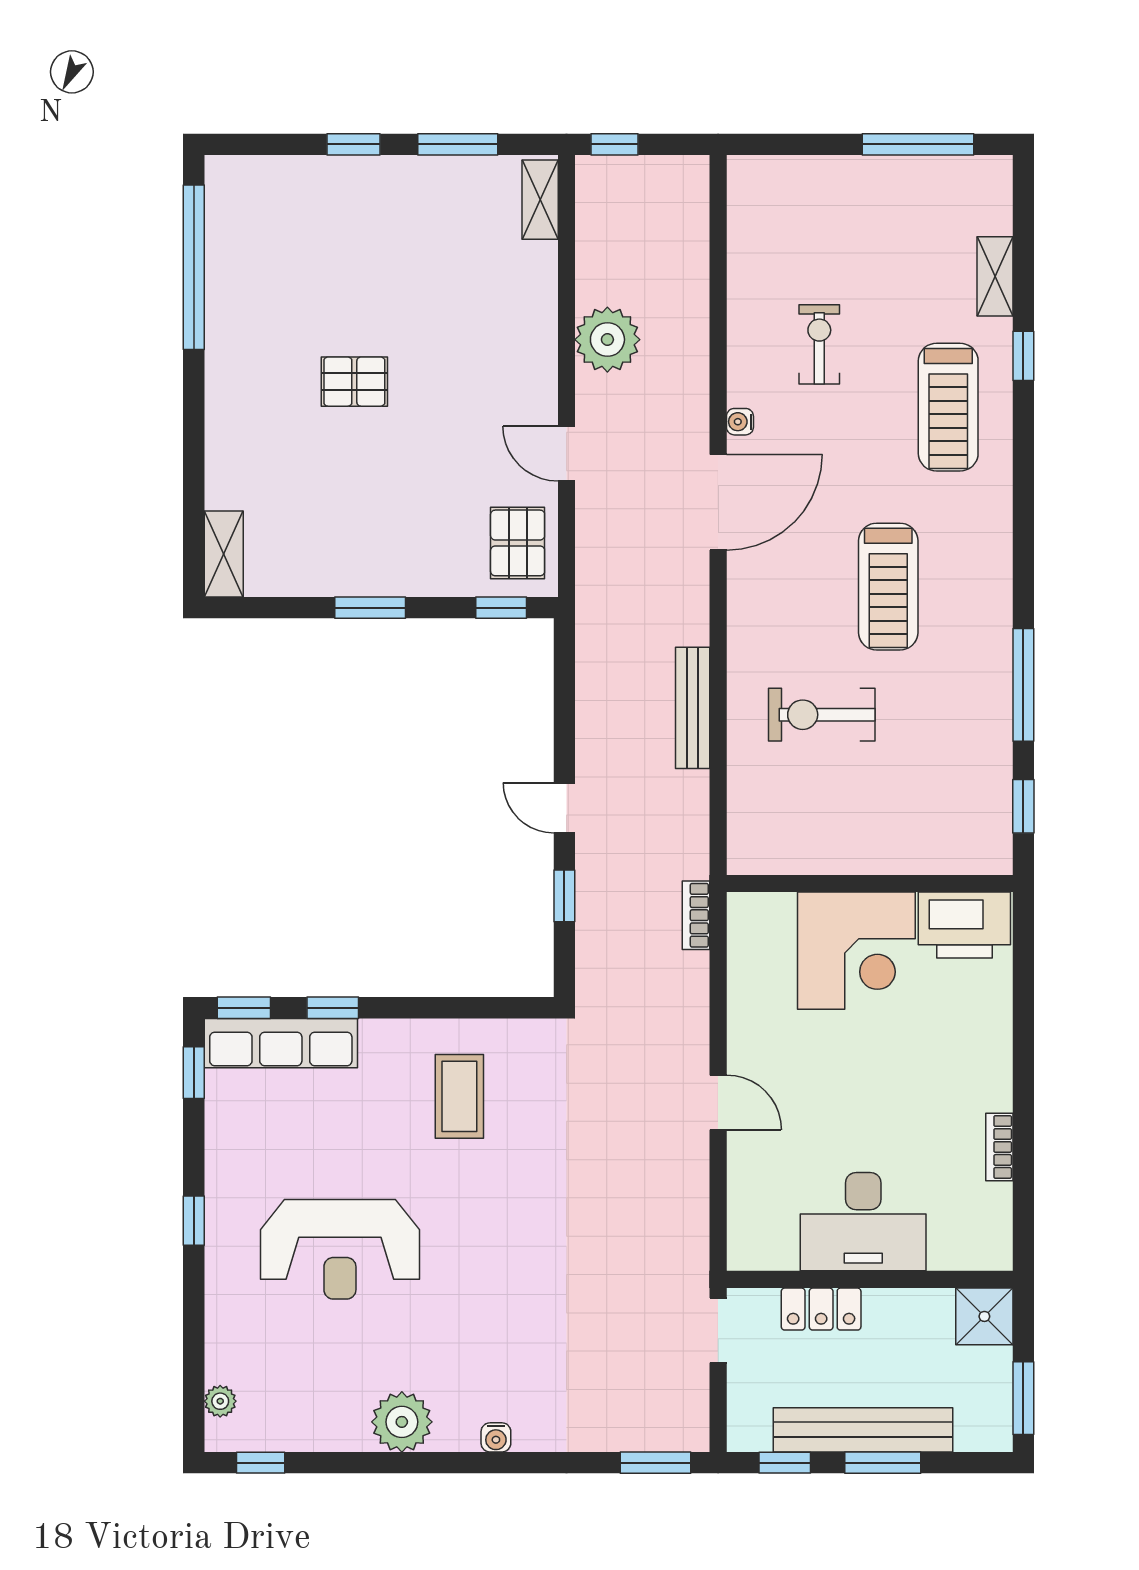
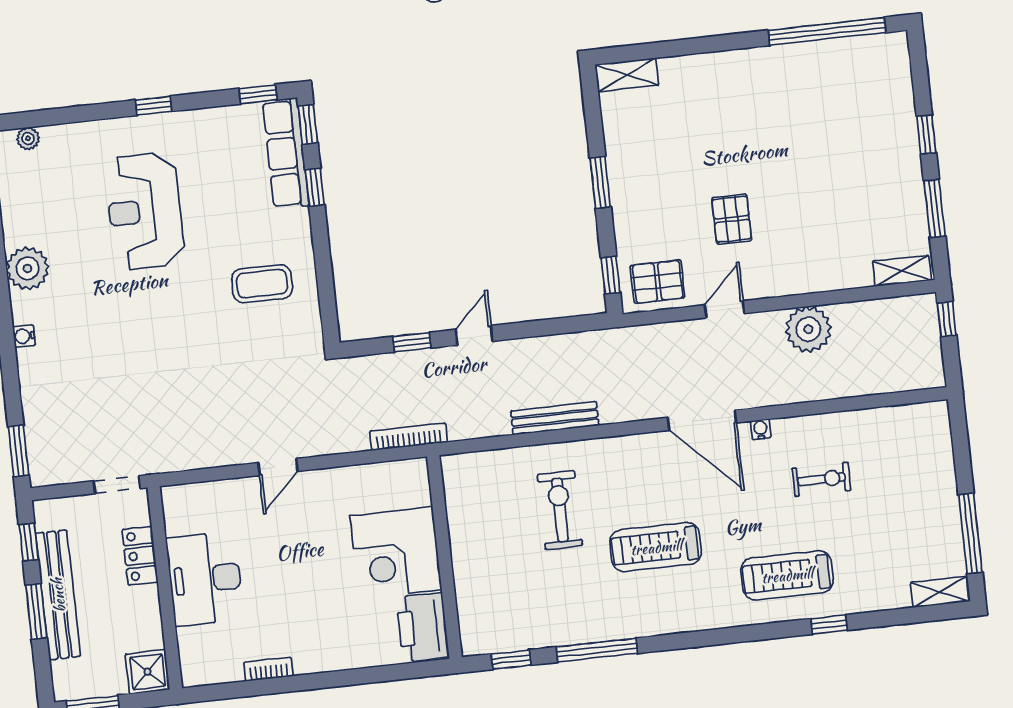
shelving: (995, 276) -> (940, 592), moved
pallet: (354, 382) -> (732, 219), moved
bookcase: (696, 915) -> (408, 437), width x1.56

